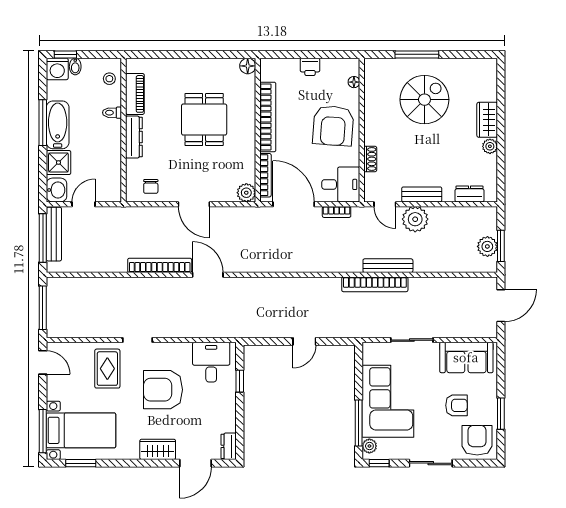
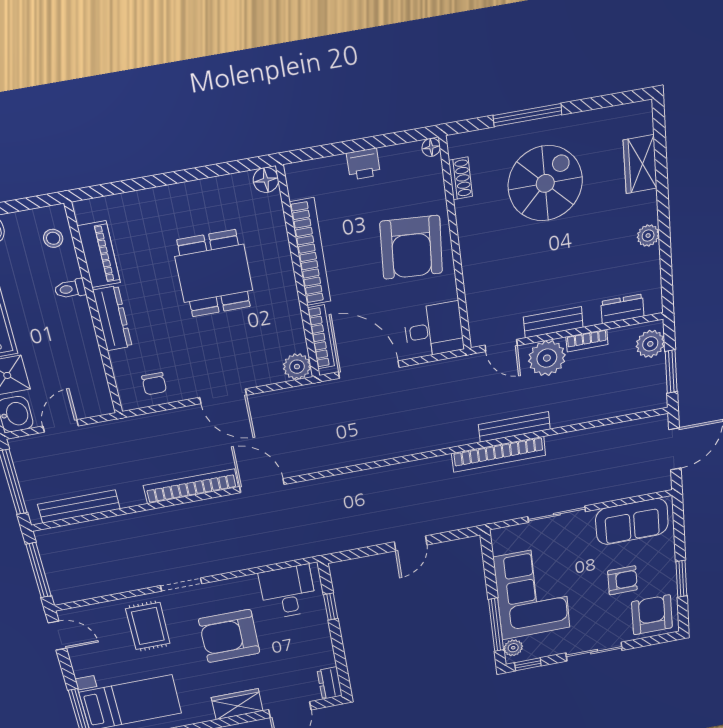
floor lamp: (354, 82) -> (431, 147), moved
wardrobe: (487, 120) -> (640, 164), moved
shoe rack: (370, 159) -> (461, 178), moved
bookcase: (337, 212) -> (587, 341), moved
bench: (54, 234) -> (79, 507), moved, turned 90
plant: (487, 246) -> (650, 344), moved

